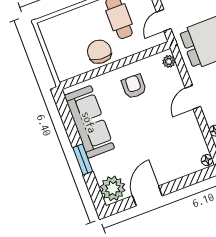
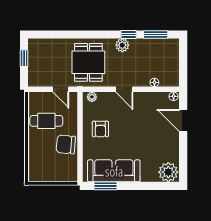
armchair: (134, 86) -> (100, 129), turned -91
window: (83, 159) -> (106, 186), moved
door: (147, 196) -> (183, 120), moved

